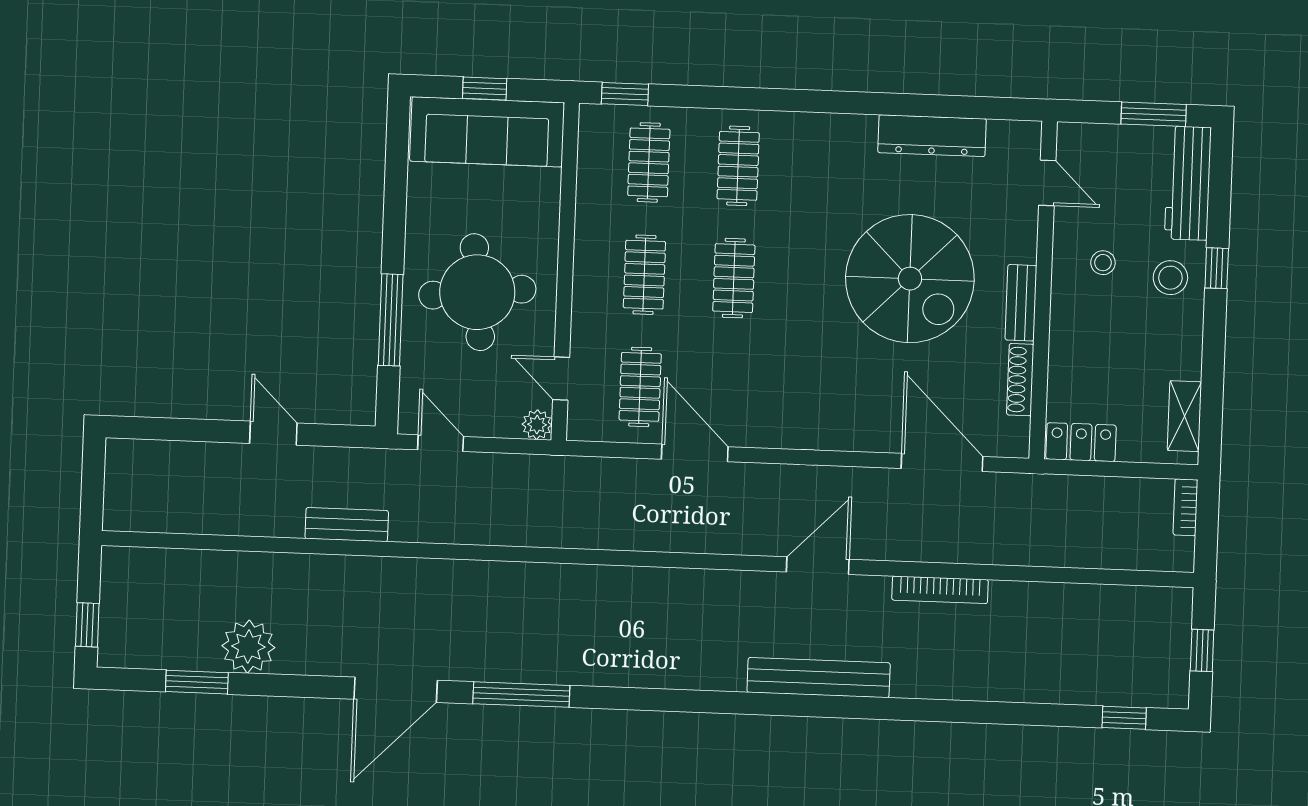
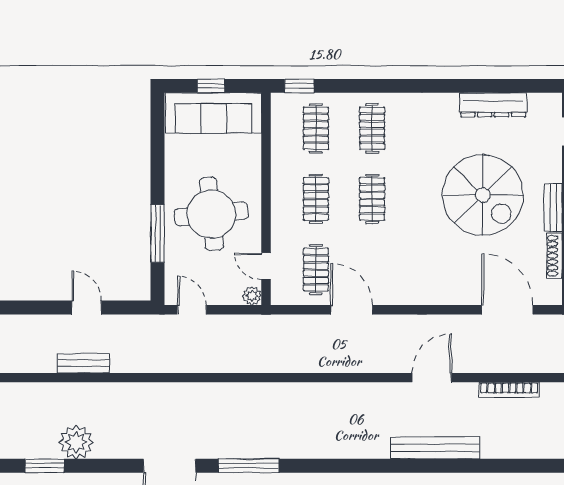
bench: (347, 525) -> (84, 363), moved

